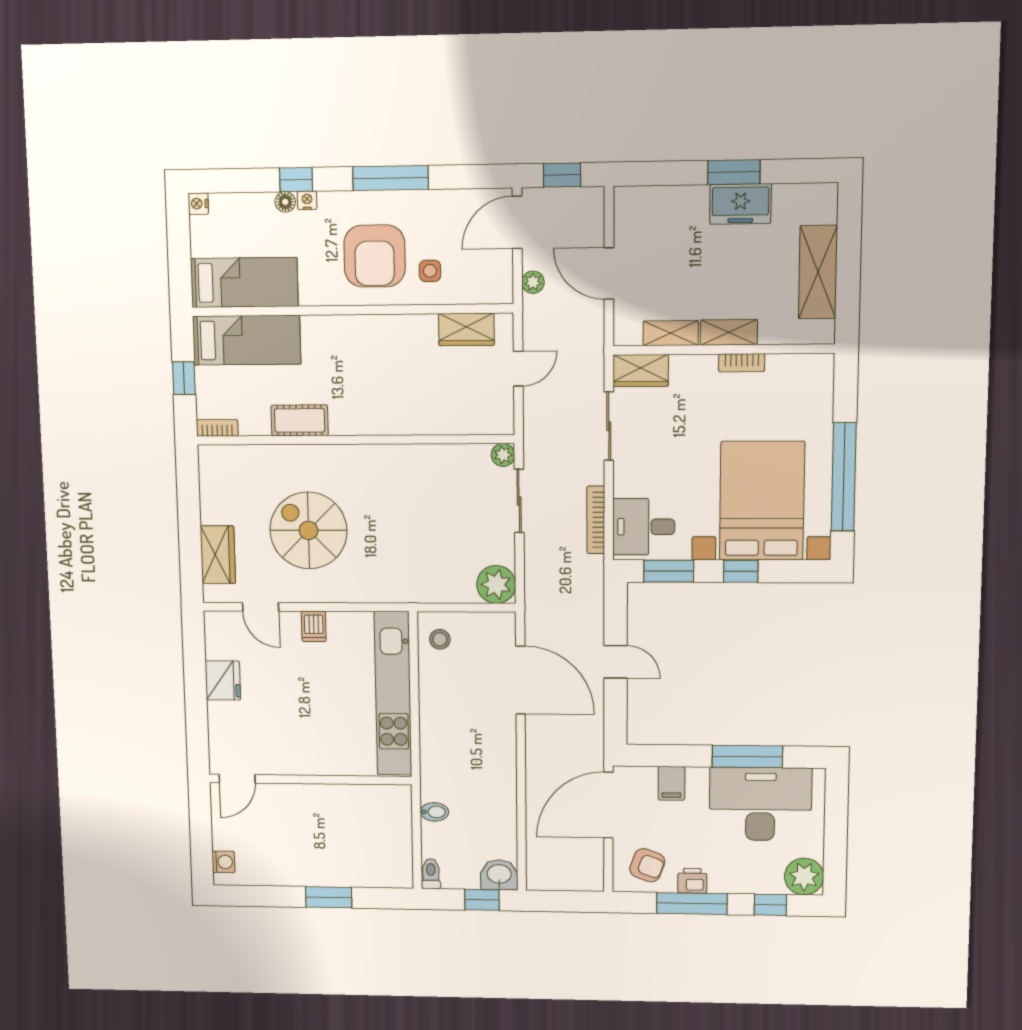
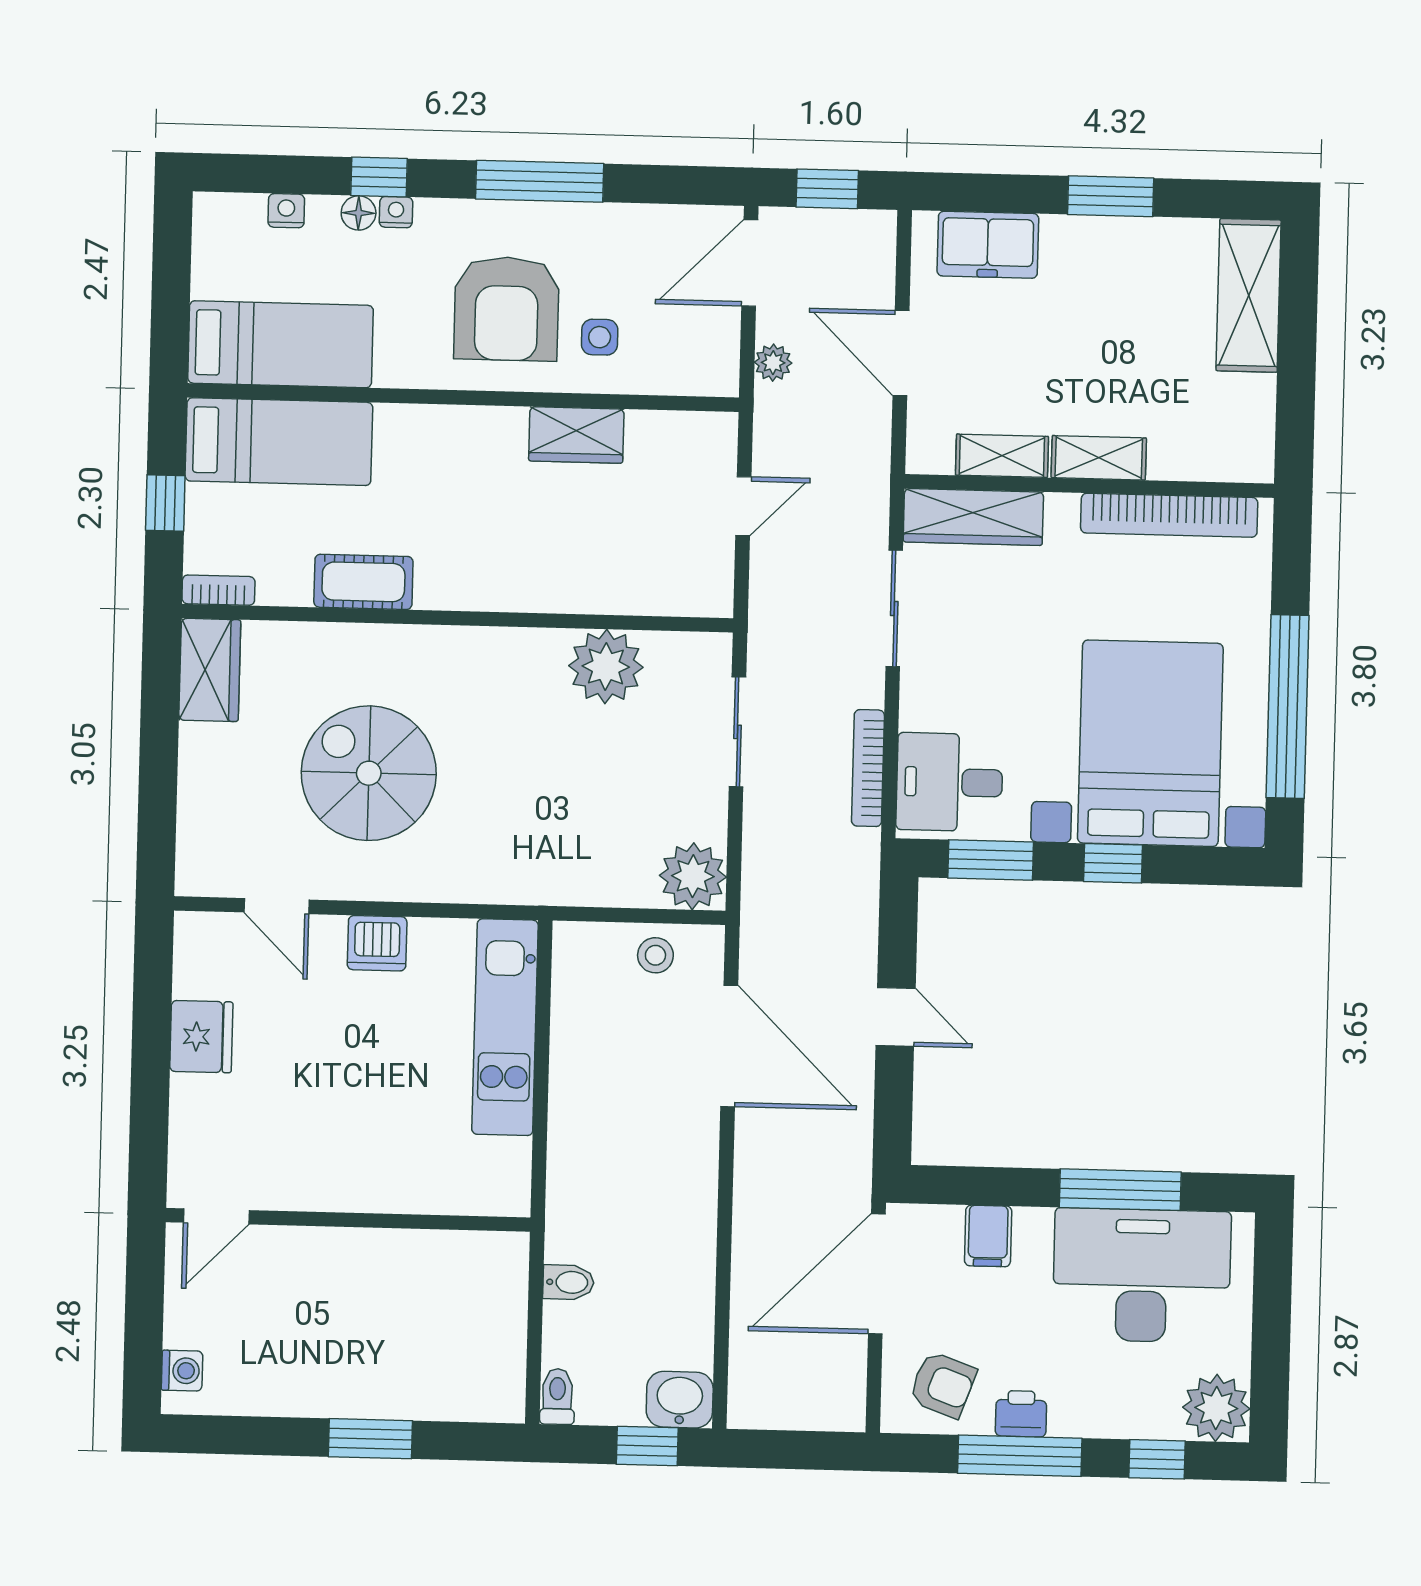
nightstand: (198, 204) -> (286, 211), moved, turned 90
freezer: (740, 204) -> (988, 245), moved
shelving: (818, 272) -> (1249, 295), moved
wardrobe: (466, 329) -> (576, 435), moved
bookcase: (742, 363) -> (1169, 515), width x2.31, depth x1.31
wardrobe: (641, 371) -> (973, 517), width x1.50
plant: (503, 455) -> (606, 667), moved, width x1.88, depth x1.88
wardrobe: (218, 555) -> (210, 670), moved
dishwasher: (314, 626) -> (377, 943), width x1.38
stool: (440, 639) -> (655, 955), moved
kitchen unit: (393, 694) -> (505, 1027), width x0.73

